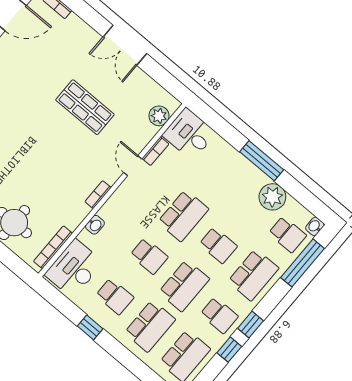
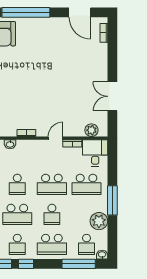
double door: (125, 45) -> (112, 96), moved
shop shelf: (85, 107) -> (65, 90), removed
school desk: (217, 175) -> (87, 184), added

